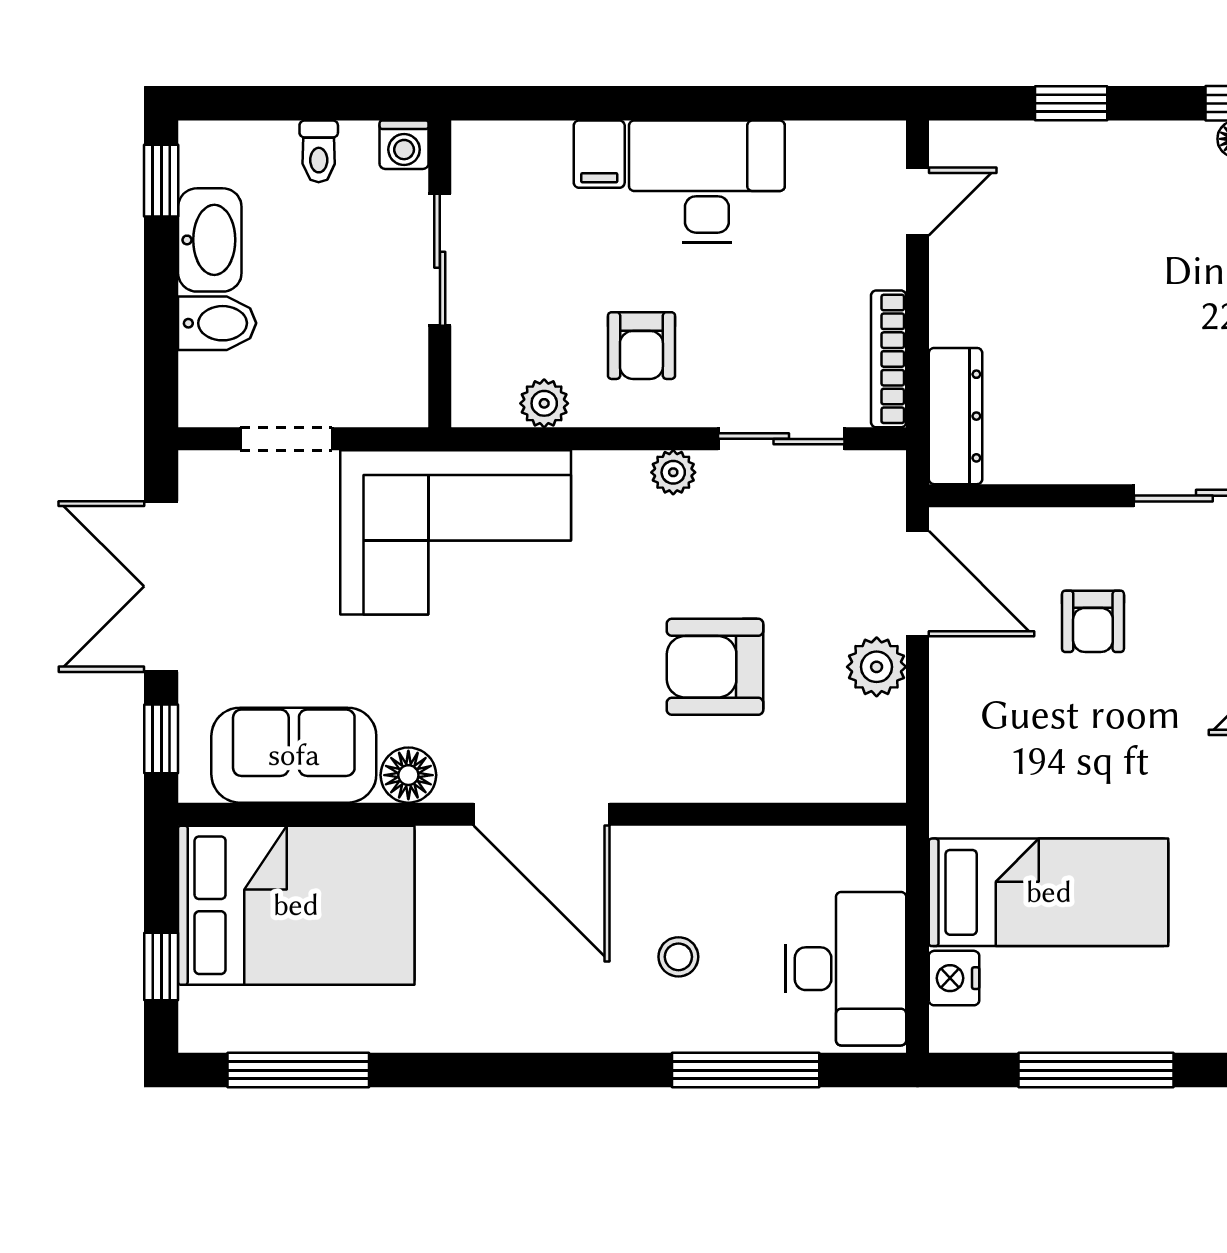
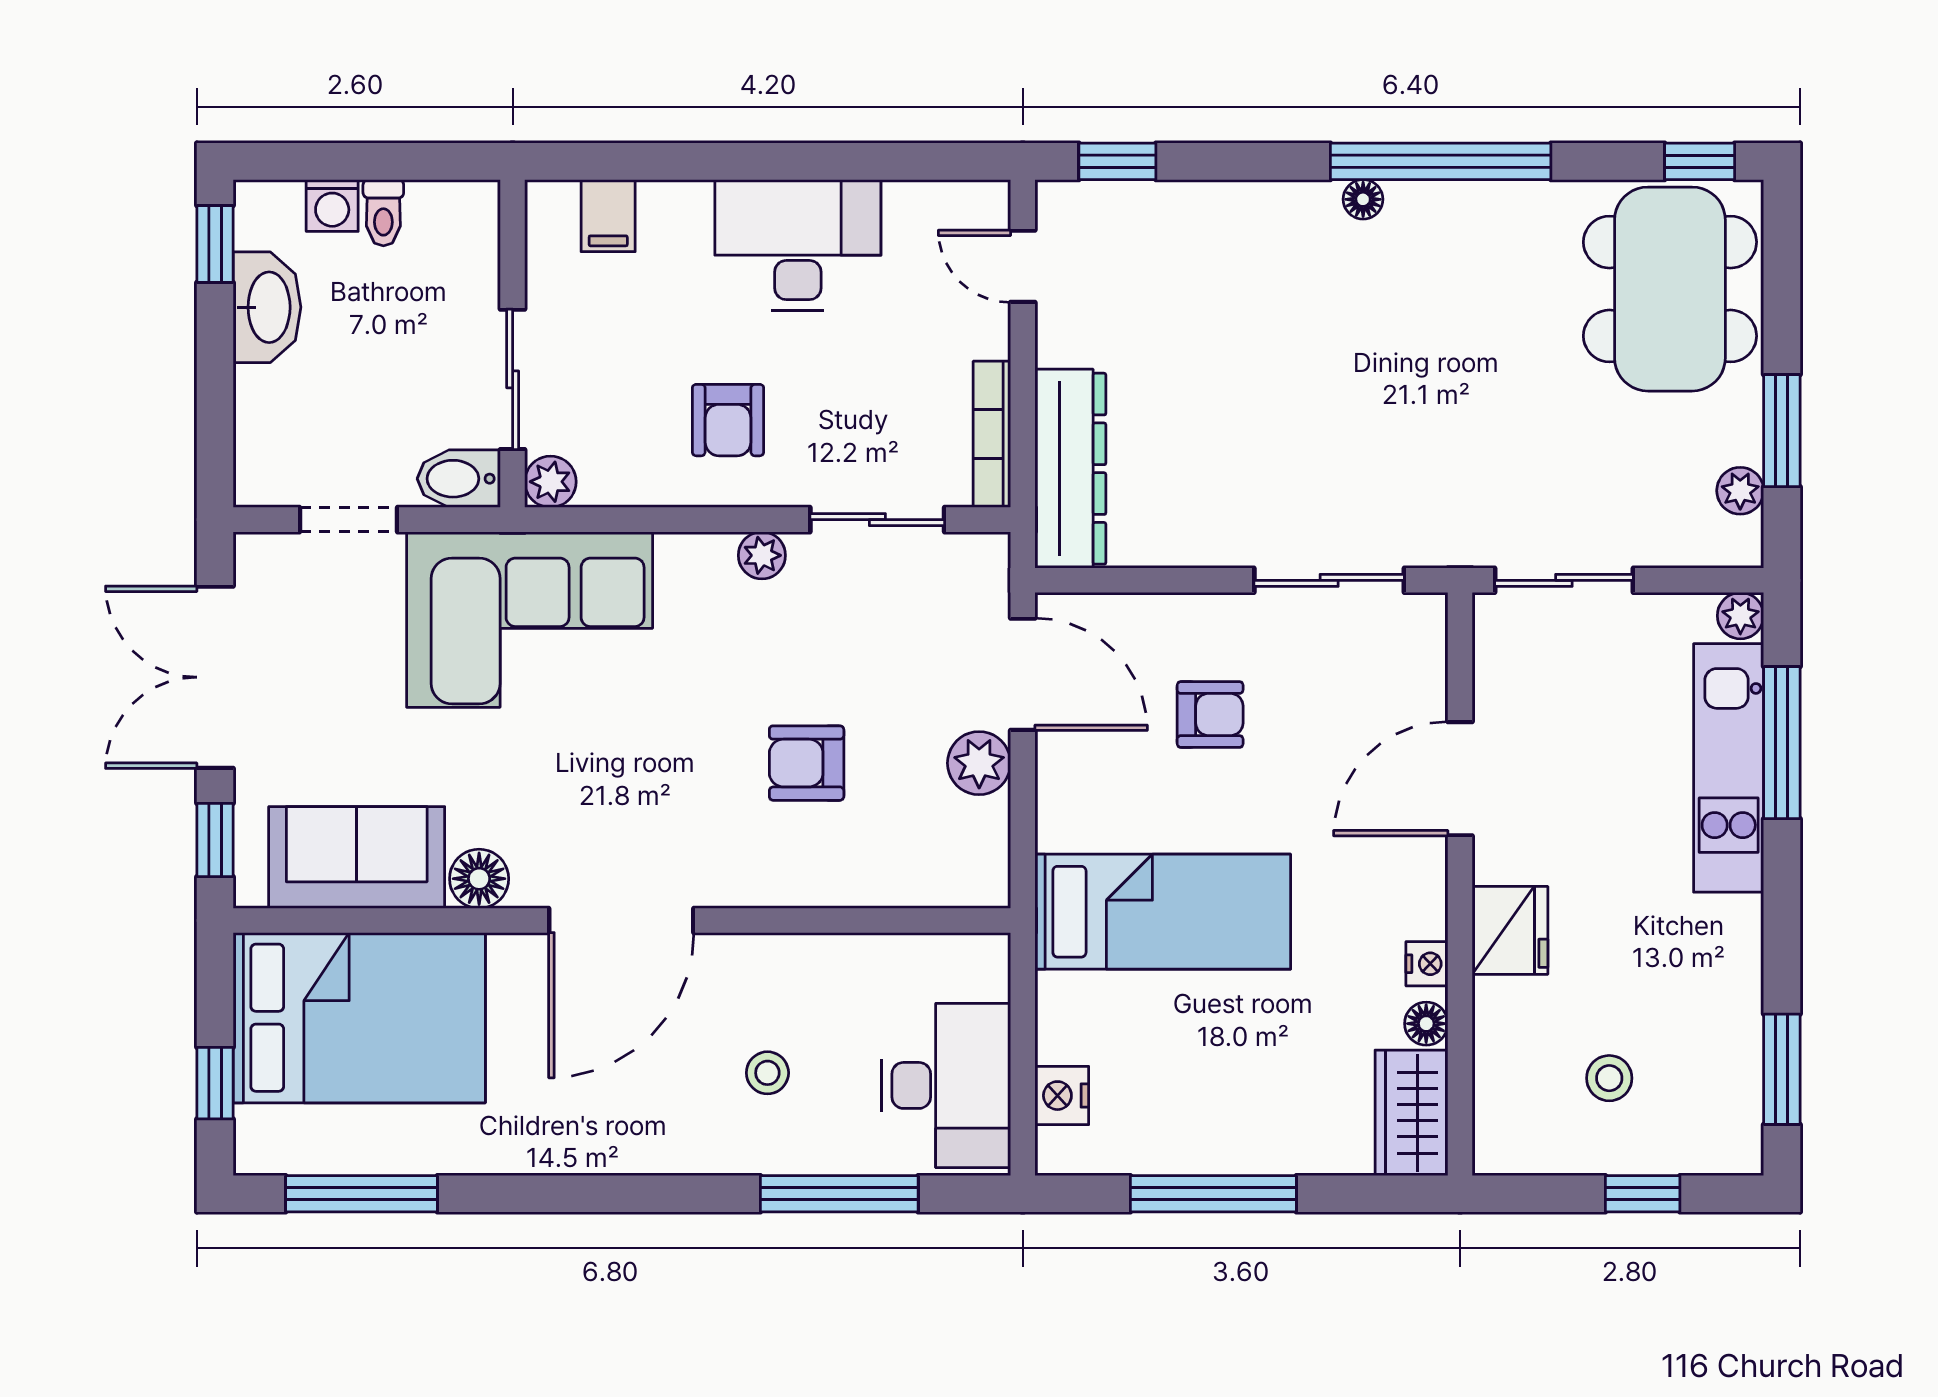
window: (1071, 103) -> (1117, 161), moved
washing machine: (404, 145) -> (332, 206), moved
filing cabinet: (599, 154) -> (608, 216), moved
door: (917, 202) -> (1023, 266), swing flipped
sliding door: (440, 260) -> (513, 379), moved
bidet: (217, 323) -> (459, 479), moved, turned 180
plant: (544, 403) -> (550, 482), moved
dresser: (956, 416) -> (1070, 469), width x1.37, depth x1.24
armchair: (1093, 621) -> (1210, 715), turned -90
armchair: (715, 667) -> (807, 763), width x0.72, depth x0.72
door: (542, 814) -> (621, 920), hinge flipped
bed: (1049, 892) -> (1163, 912), moved

